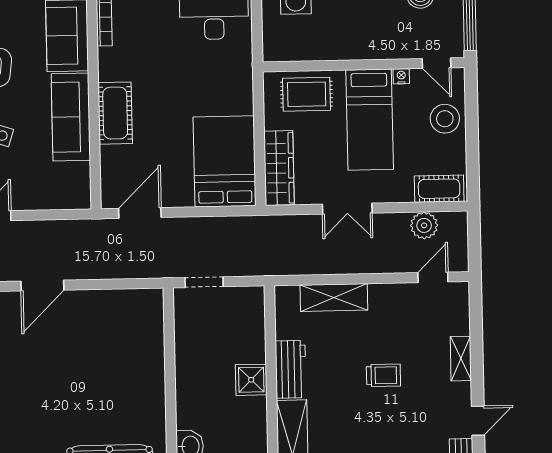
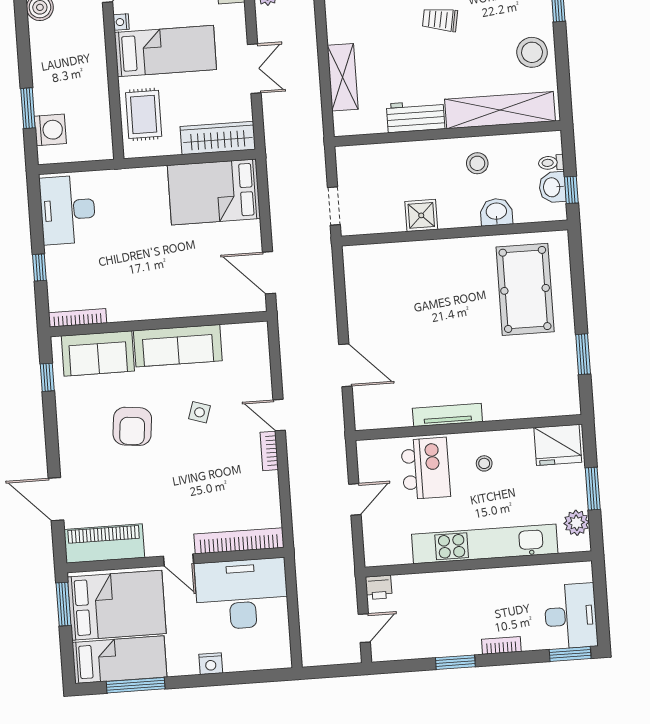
cot: (115, 113) -> (172, 302), removed
trolley: (383, 375) -> (440, 20), moved, turned -80
shower: (251, 380) -> (421, 215), moved
stool: (240, 429) -> (477, 163), added

